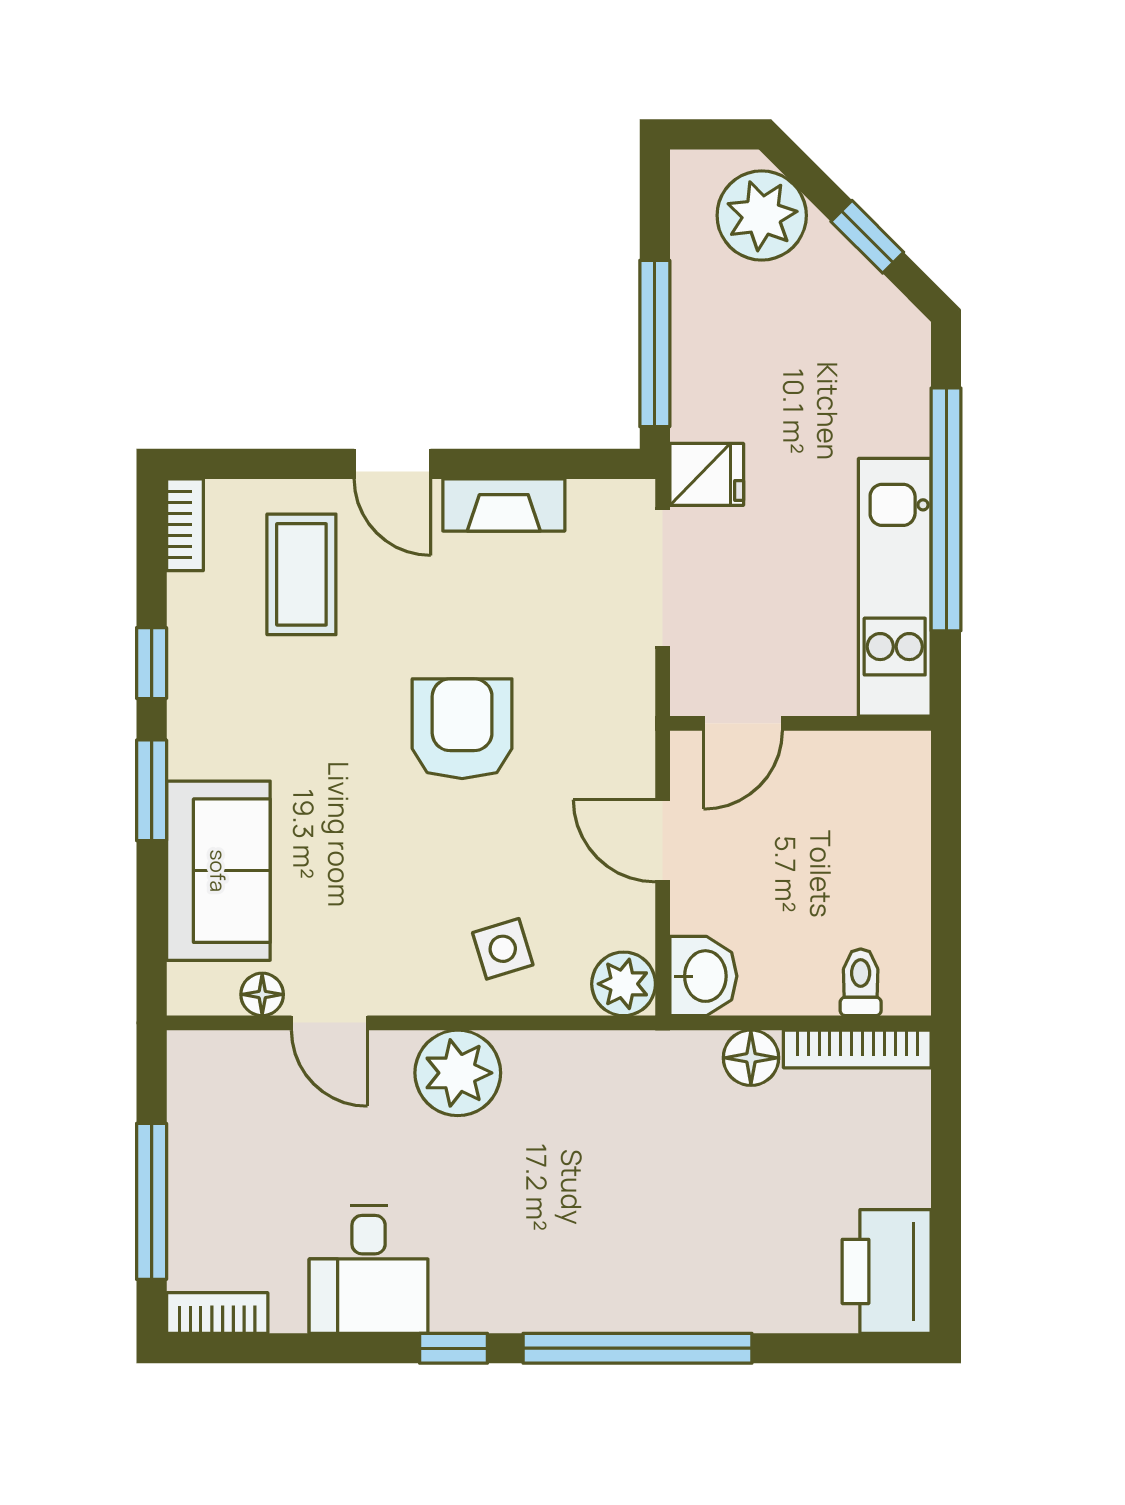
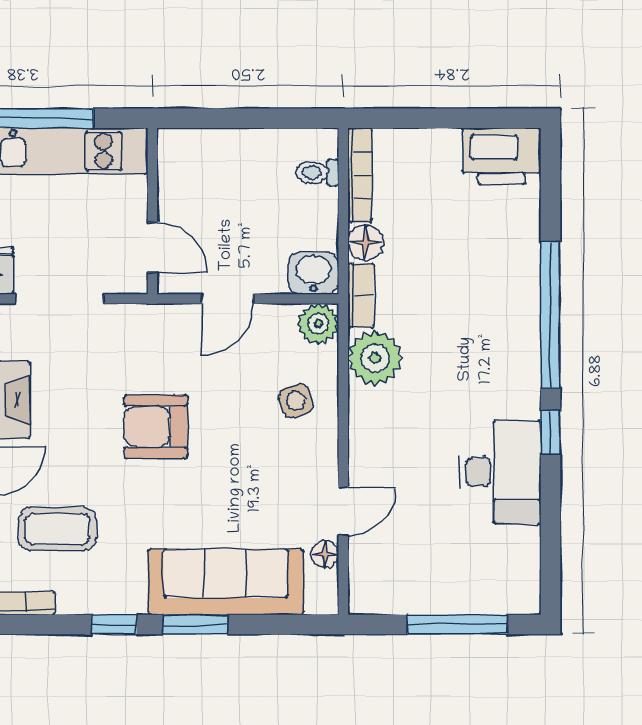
sofa: (218, 871) -> (226, 582), width x1.36
plant: (458, 1073) -> (375, 358), moved
desk: (369, 1269) -> (500, 472), width x1.37
bookcase: (217, 1313) -> (361, 295), moved, turned 180

